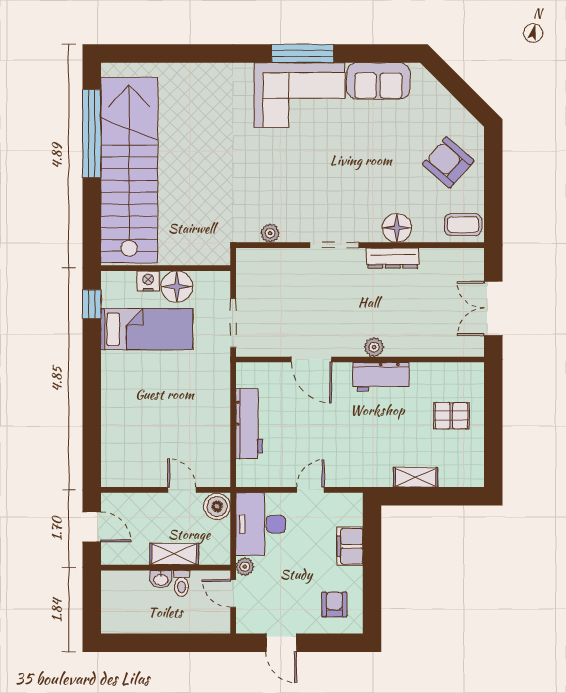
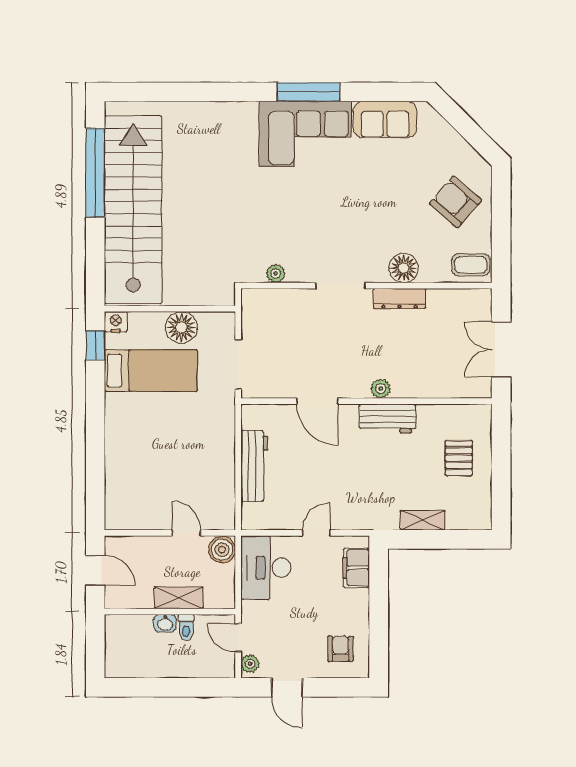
nightstand: (148, 281) -> (116, 322), moved
pallet: (451, 416) -> (459, 458), turned 90
filing cabinet: (350, 546) -> (356, 568), moved
plant: (245, 567) -> (250, 664), moved

